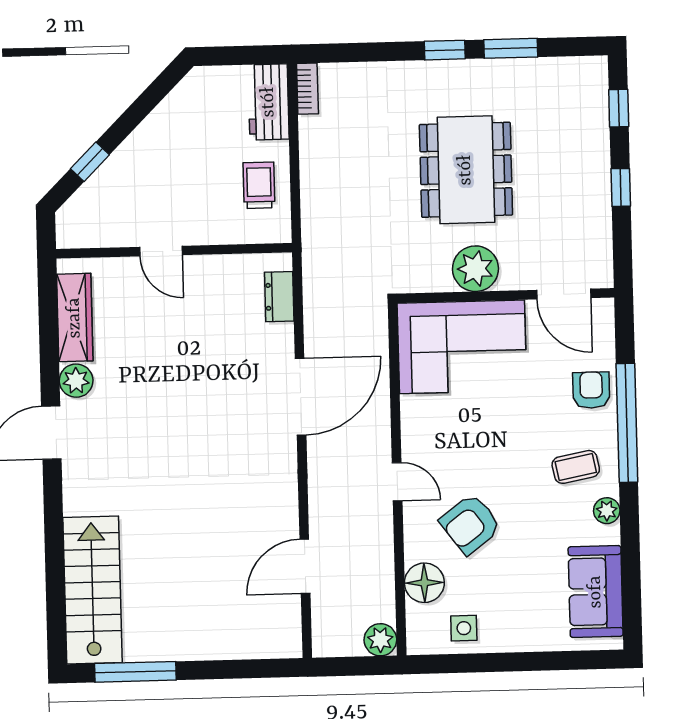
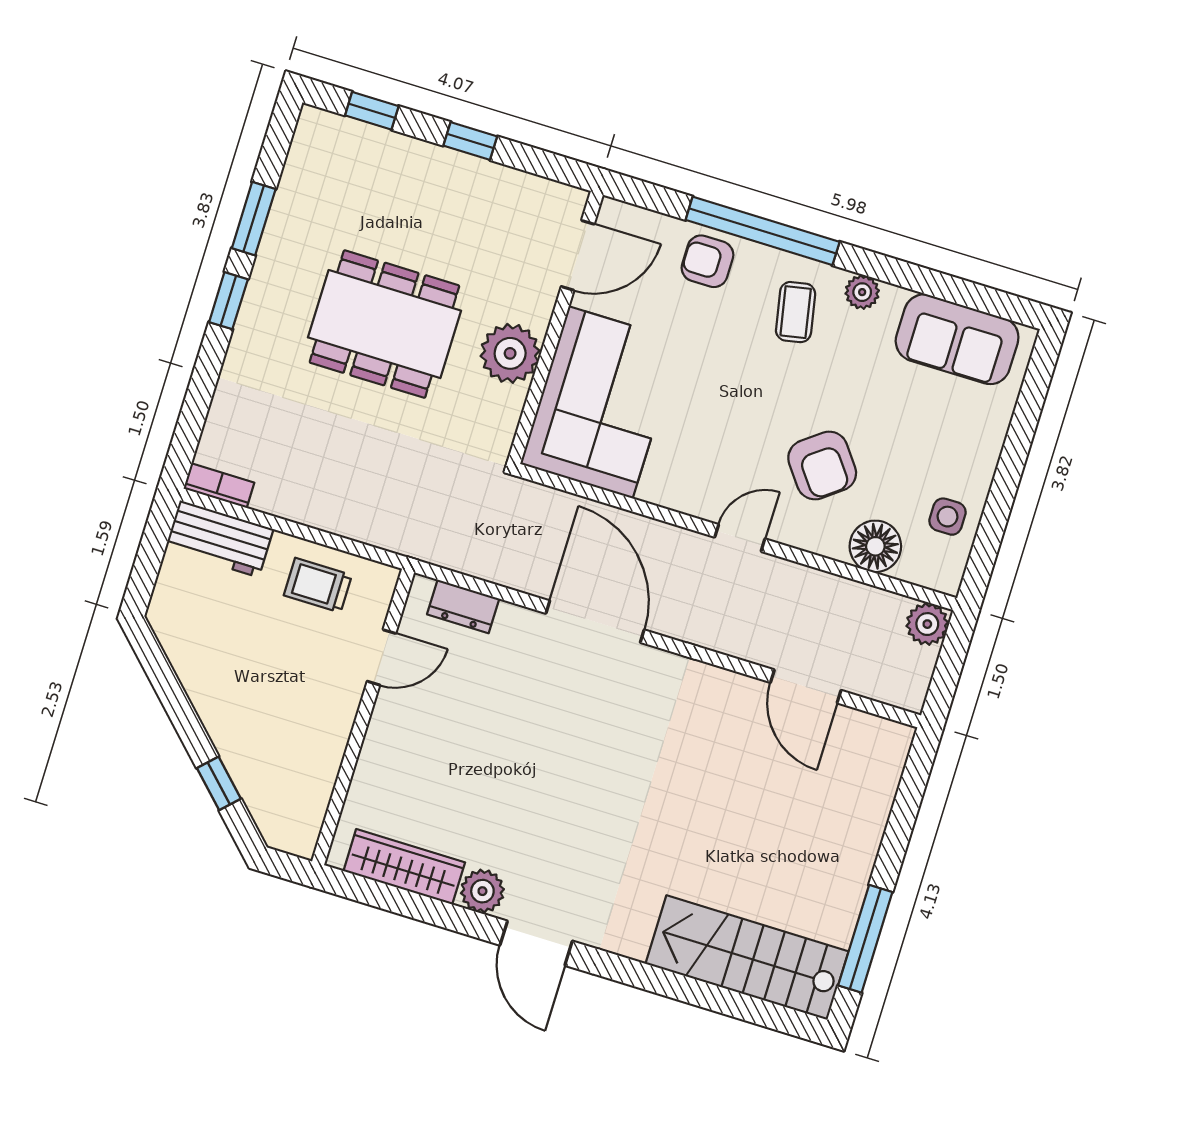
door: (161, 251) -> (381, 657), moved

